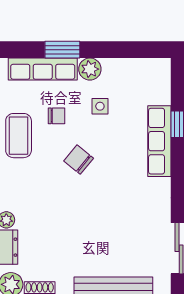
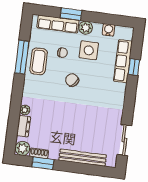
water cooler: (128, 68) -> (109, 30), added
side table: (100, 106) -> (89, 50), width x1.87, depth x1.87
row of seats: (159, 141) -> (123, 61), moved

